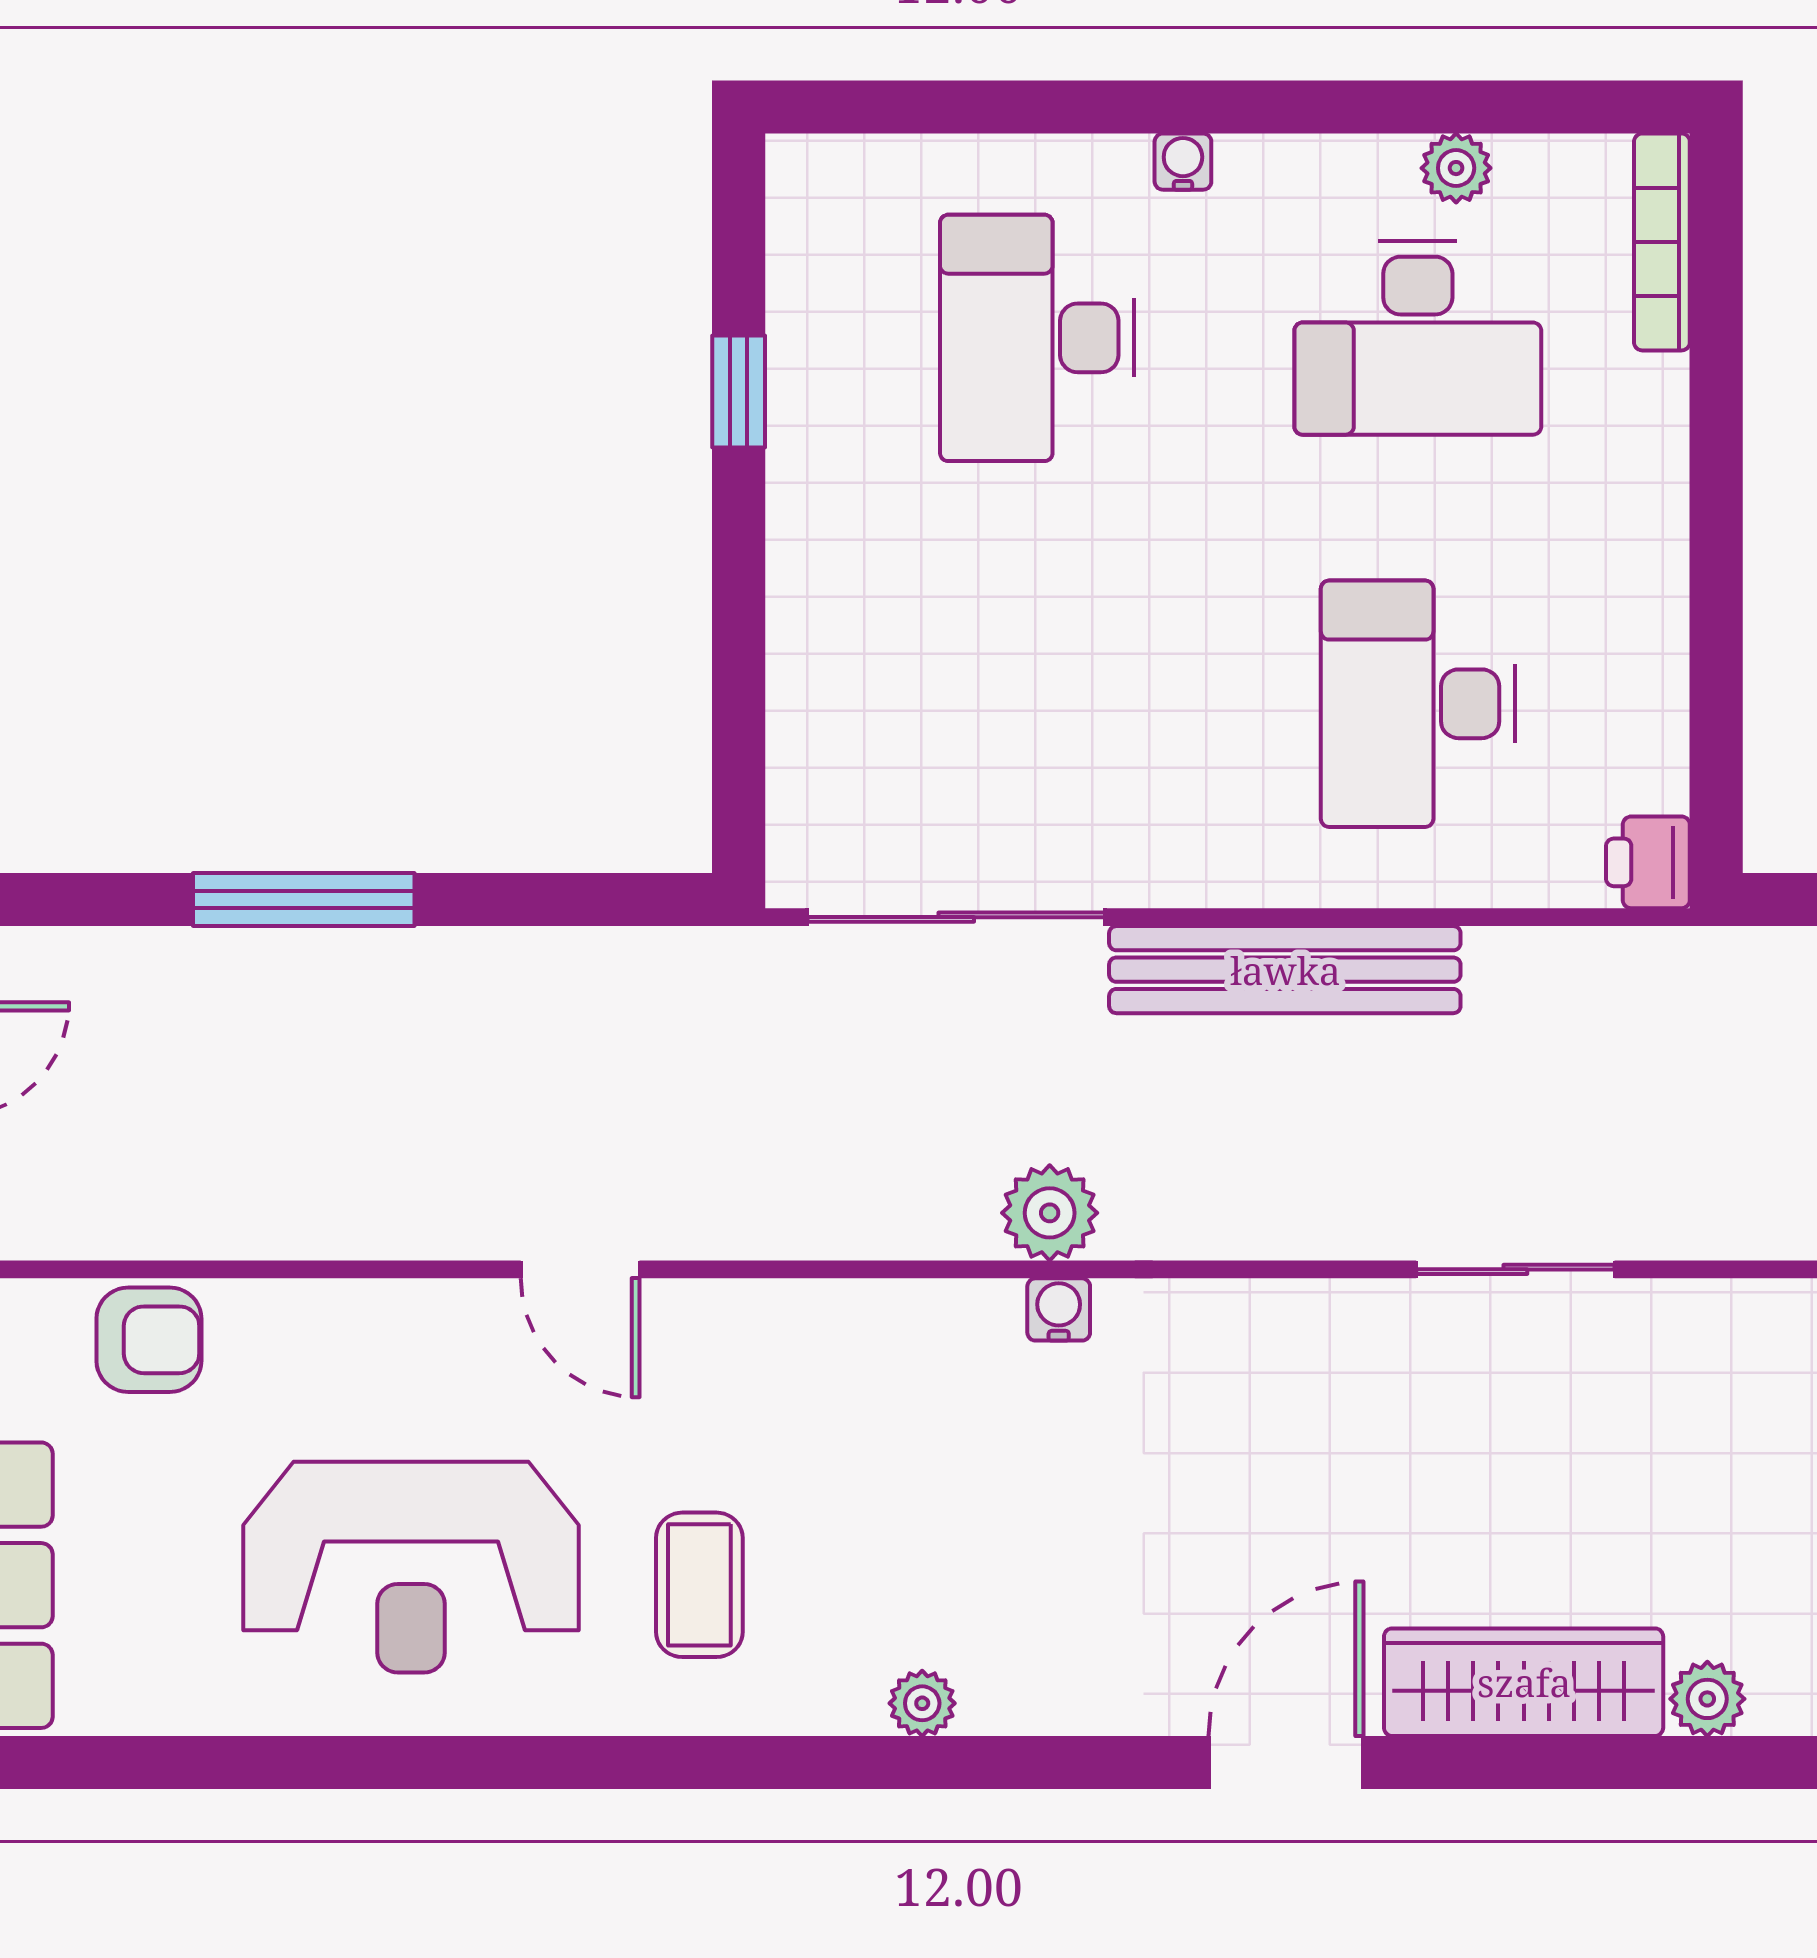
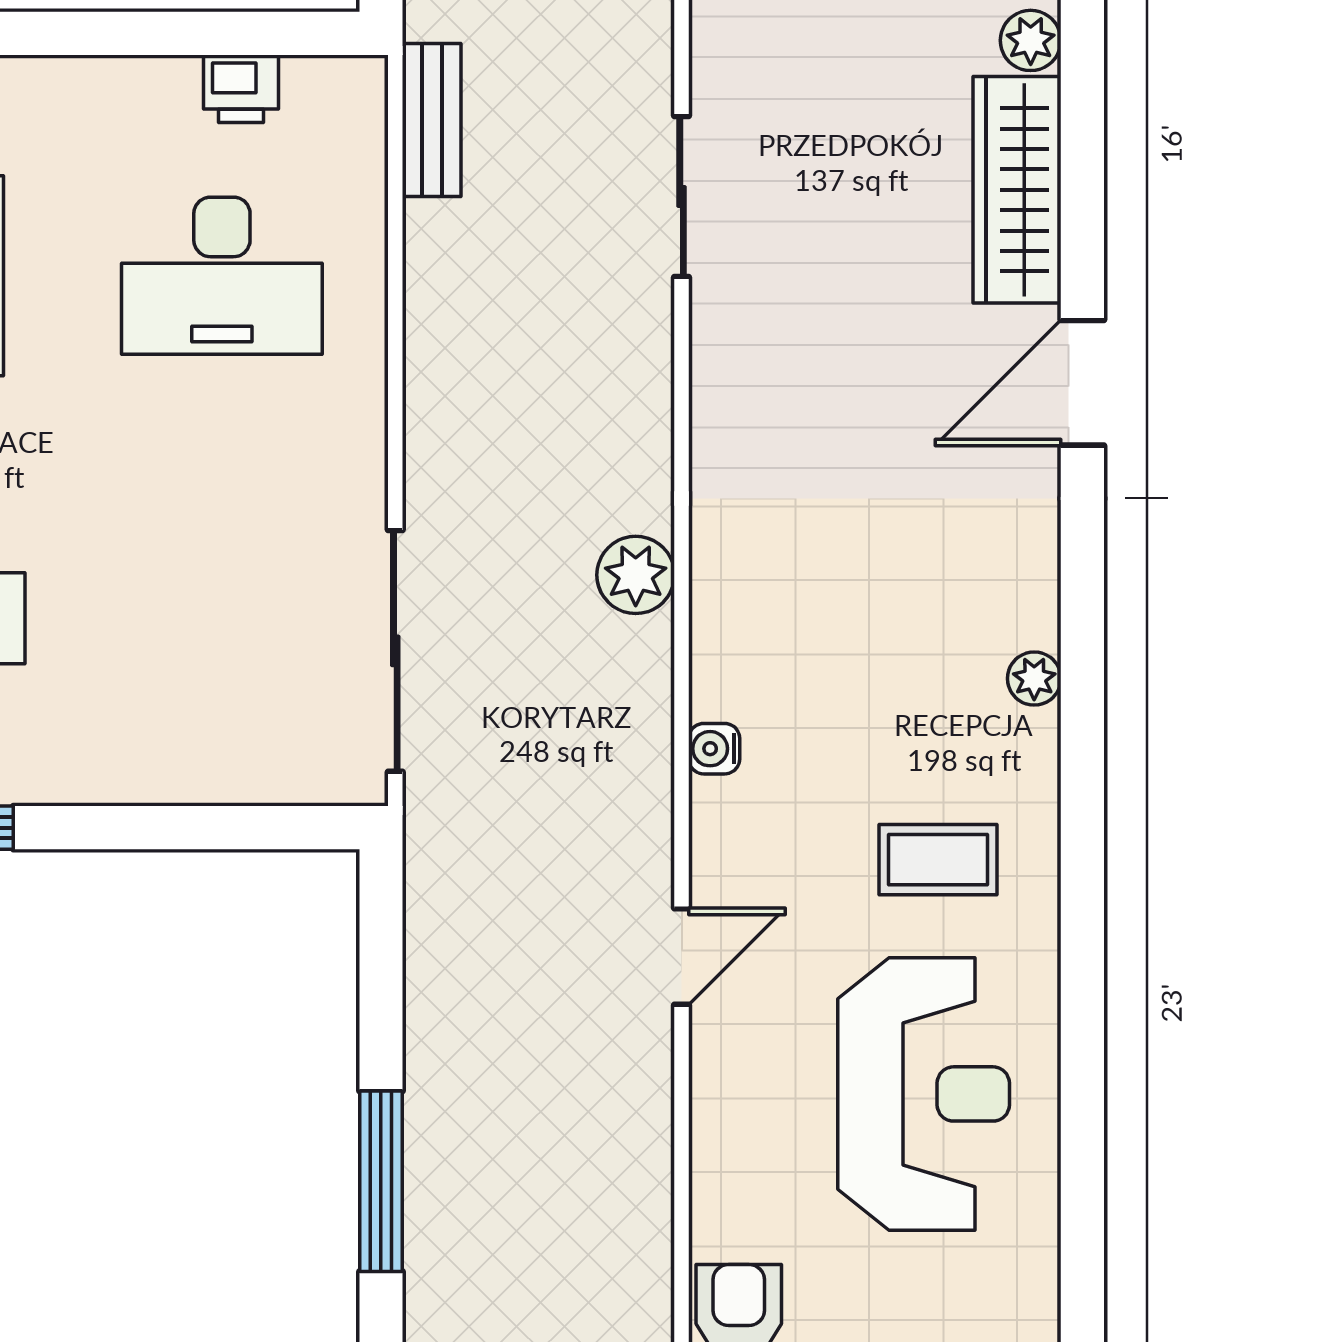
printer: (1648, 862) -> (241, 89), moved
bench: (1285, 970) -> (432, 120), moved, width x0.54, depth x0.82
water cooler: (1059, 1309) -> (714, 749), moved
door: (1286, 1763) -> (1082, 383), hinge flipped

